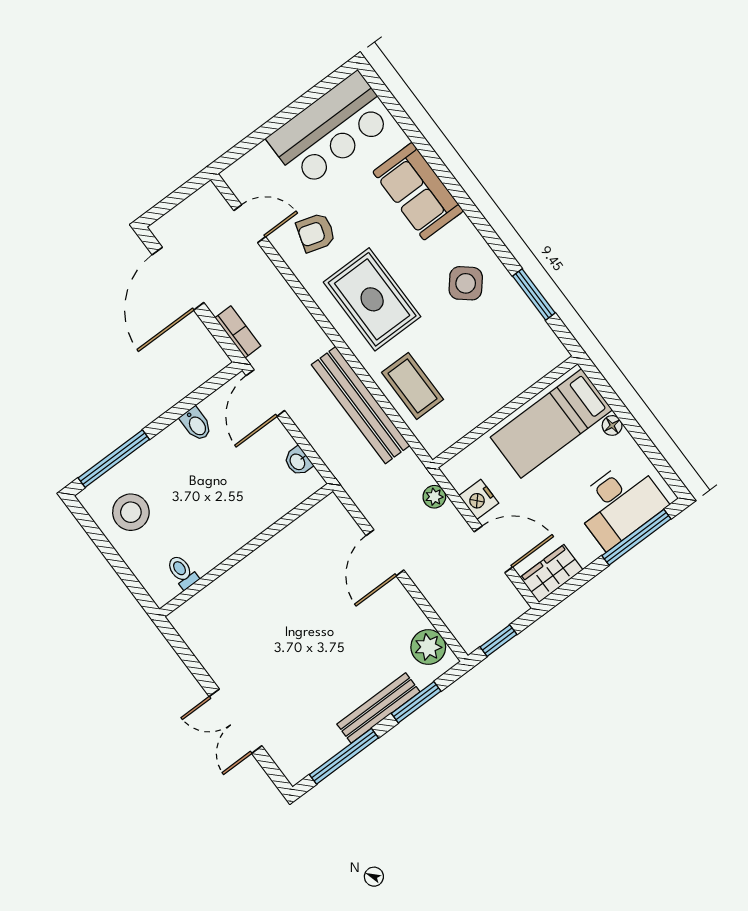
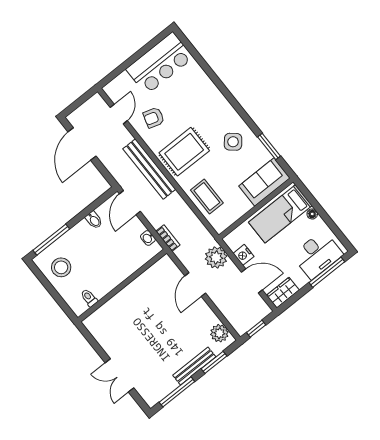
sofa: (418, 191) -> (264, 182), moved, turned 90
door: (250, 224) -> (119, 114), hinge flipped
rug: (372, 299) -> (184, 152), turned 90
bookcase: (238, 332) -> (168, 238), moved
bench: (361, 405) -> (149, 169), moved
plant: (434, 497) -> (216, 257), width x1.88, depth x1.88

